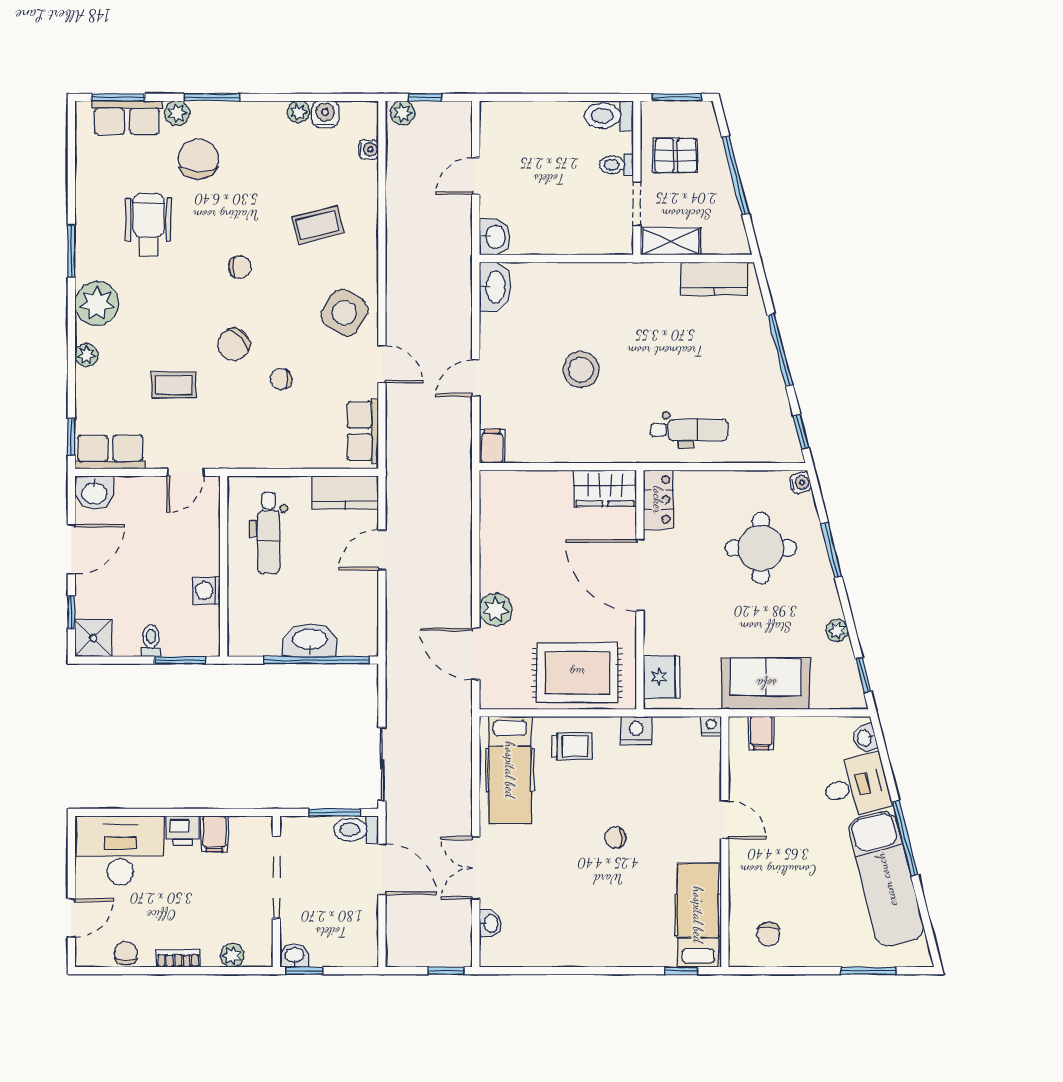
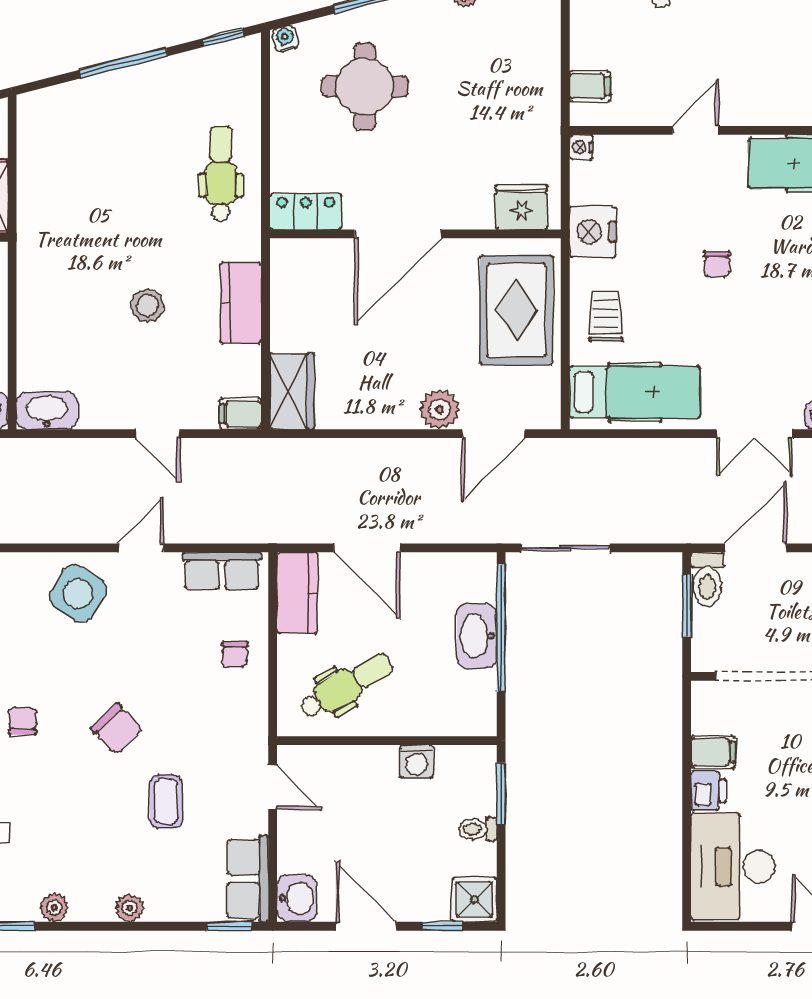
kitchen counter: (714, 279) -> (241, 303), moved, turned 180
plant: (97, 303) -> (54, 908), width x0.53, depth x0.53
stool: (581, 370) -> (147, 306), width x0.73, depth x0.73
chair: (281, 379) -> (235, 654), moved
wardrobe: (605, 488) -> (292, 391), moved
dental chair: (269, 533) -> (346, 686), turned -30
door: (382, 550) -> (367, 548), width x1.38
sofa: (766, 684) -> (530, 81), removed
nightstand: (636, 731) -> (593, 232), width x1.36, depth x1.33
sliding door: (382, 764) -> (565, 548), moved

